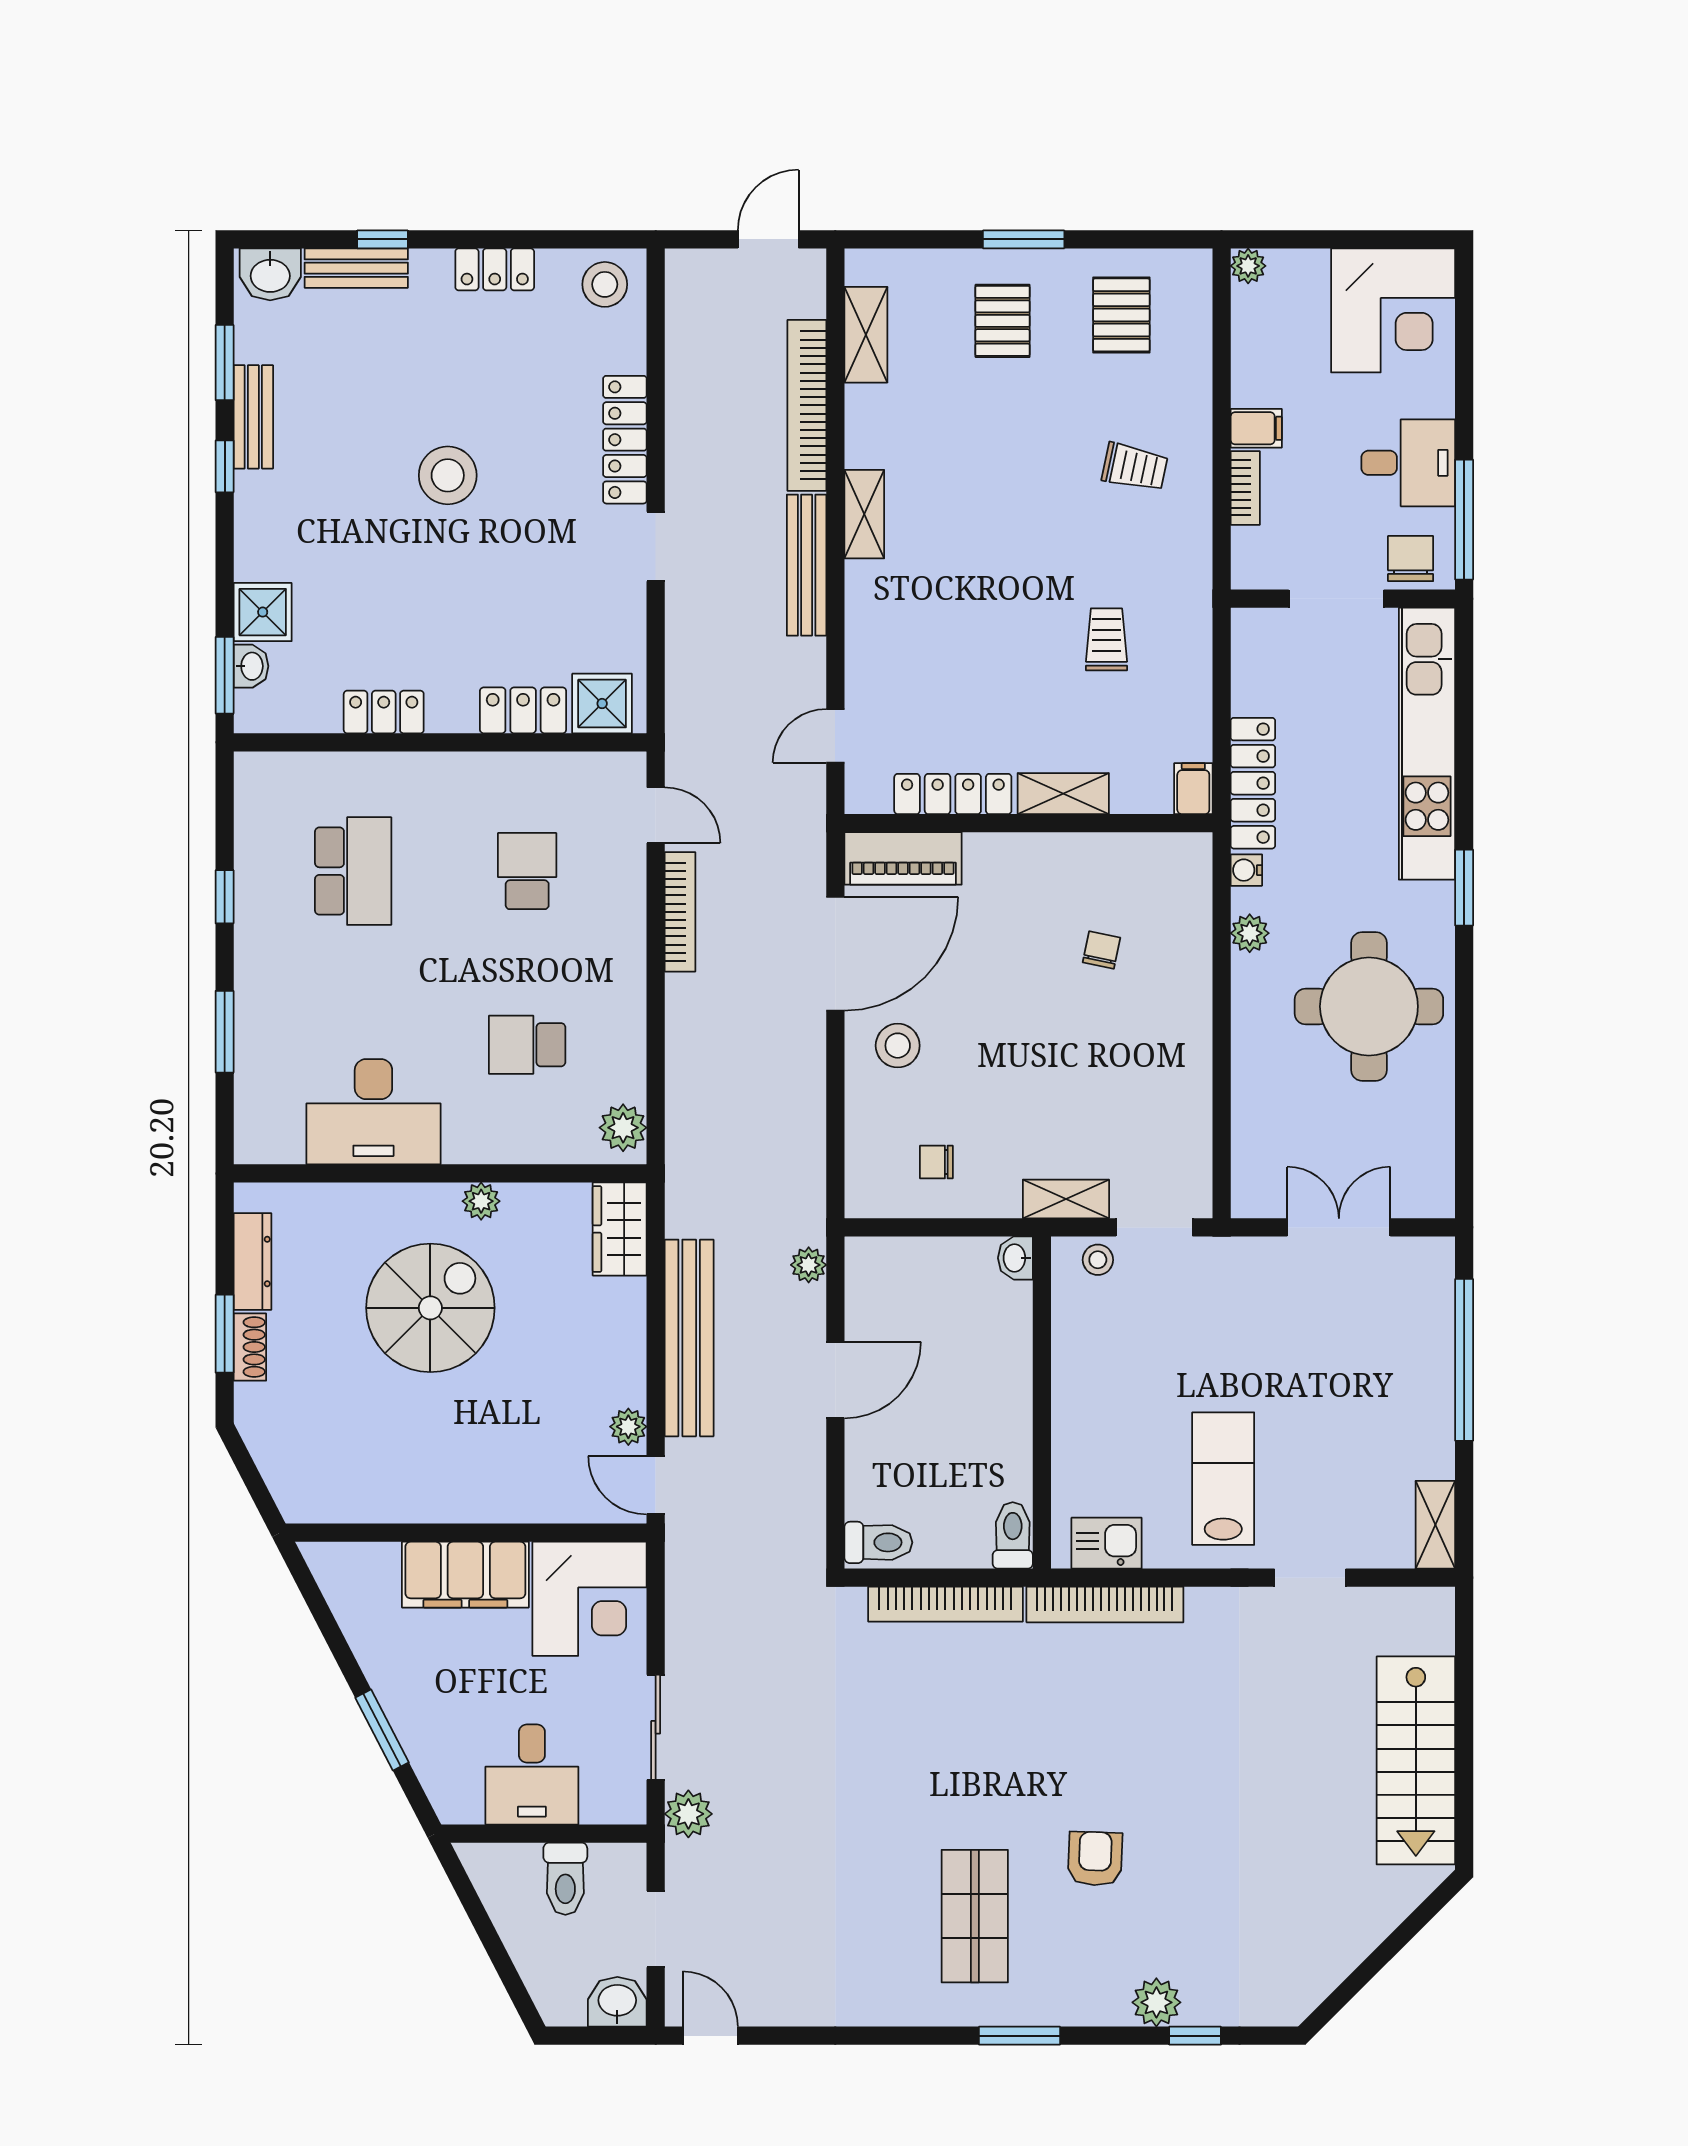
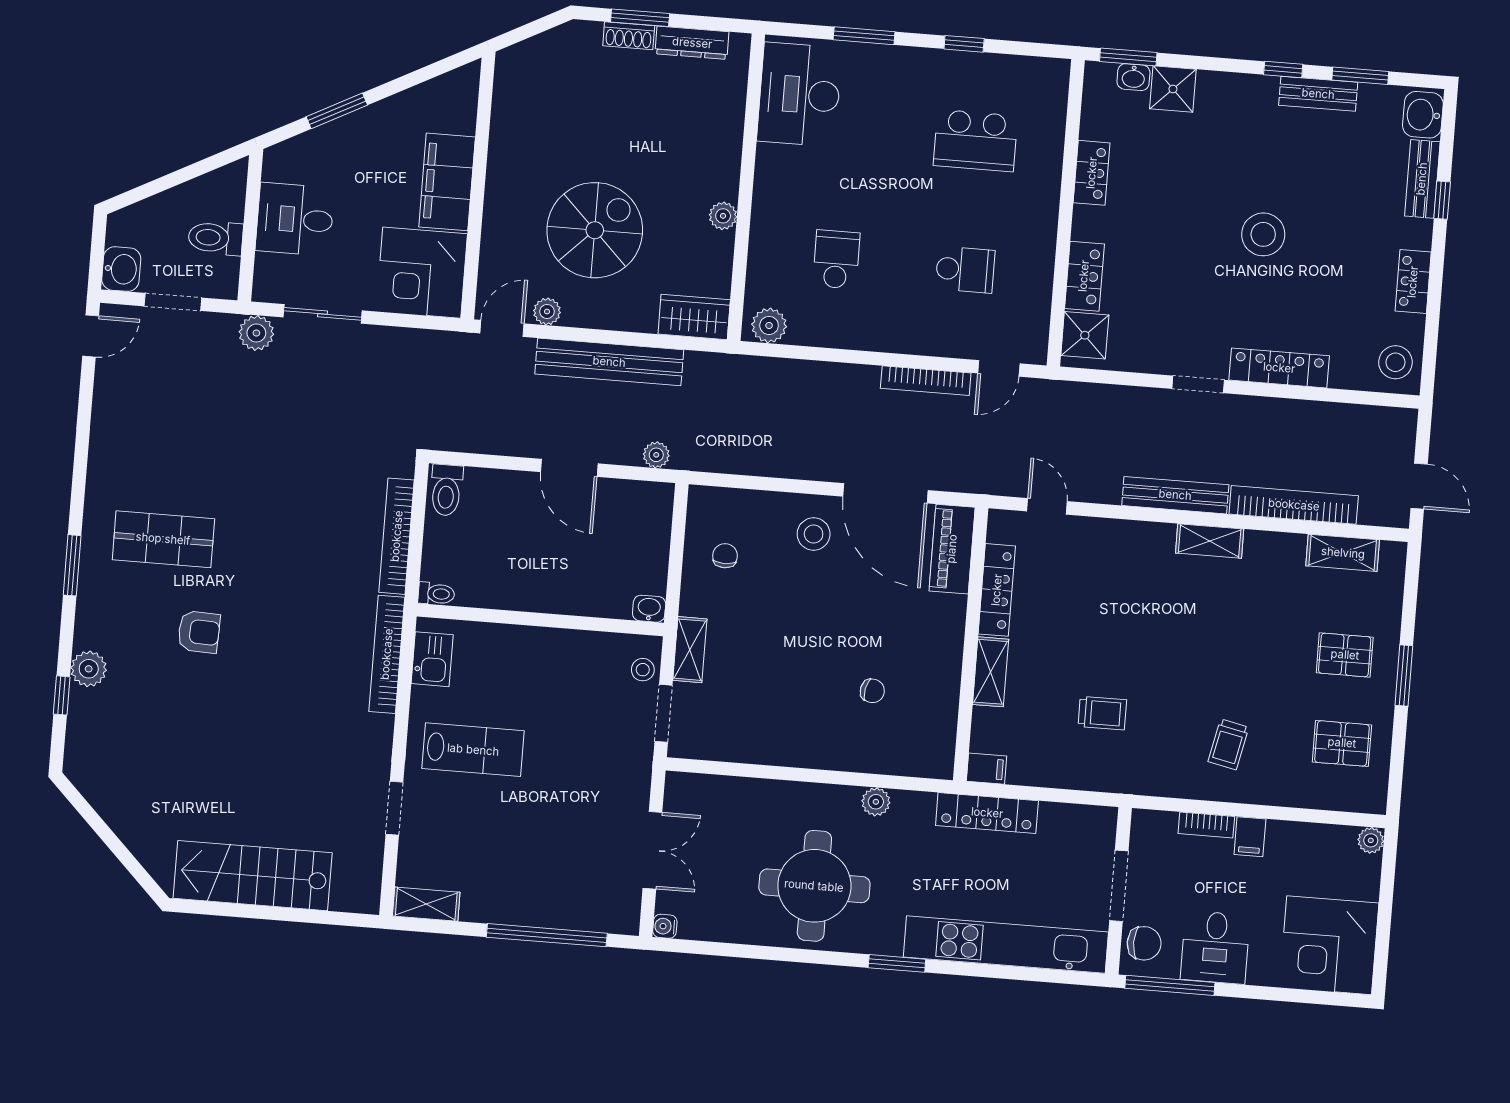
water cooler: (1246, 870) -> (665, 926), moved, turned -90
desk: (373, 1112) -> (800, 94), moved
spiral stairs: (430, 1308) -> (595, 230), moved, turned -90
toilet: (1013, 1535) -> (436, 594), width x0.73, depth x0.72

